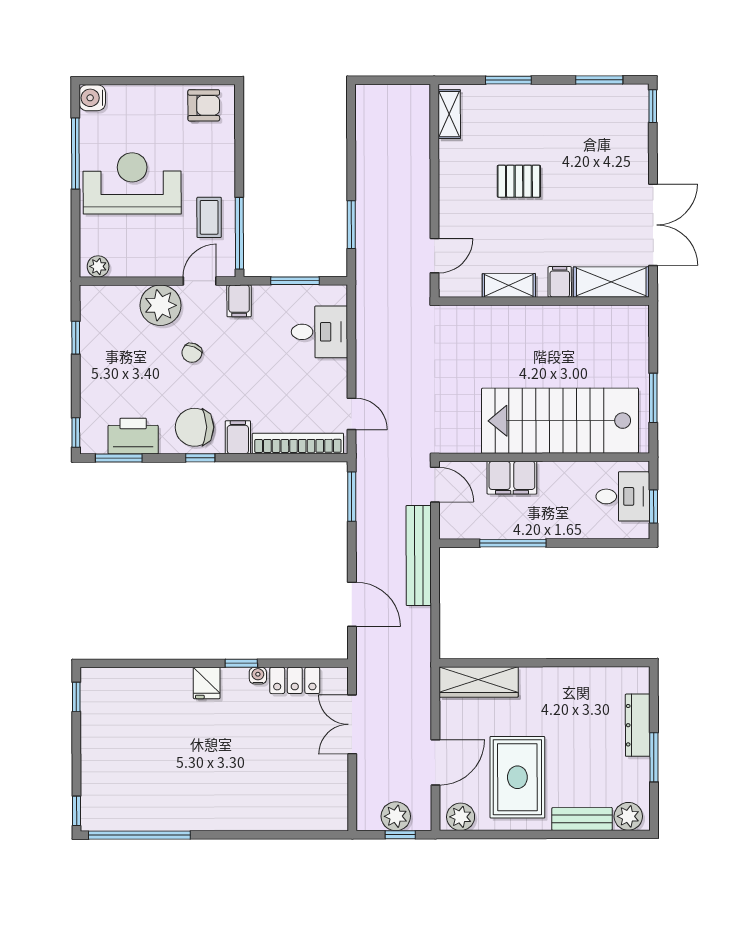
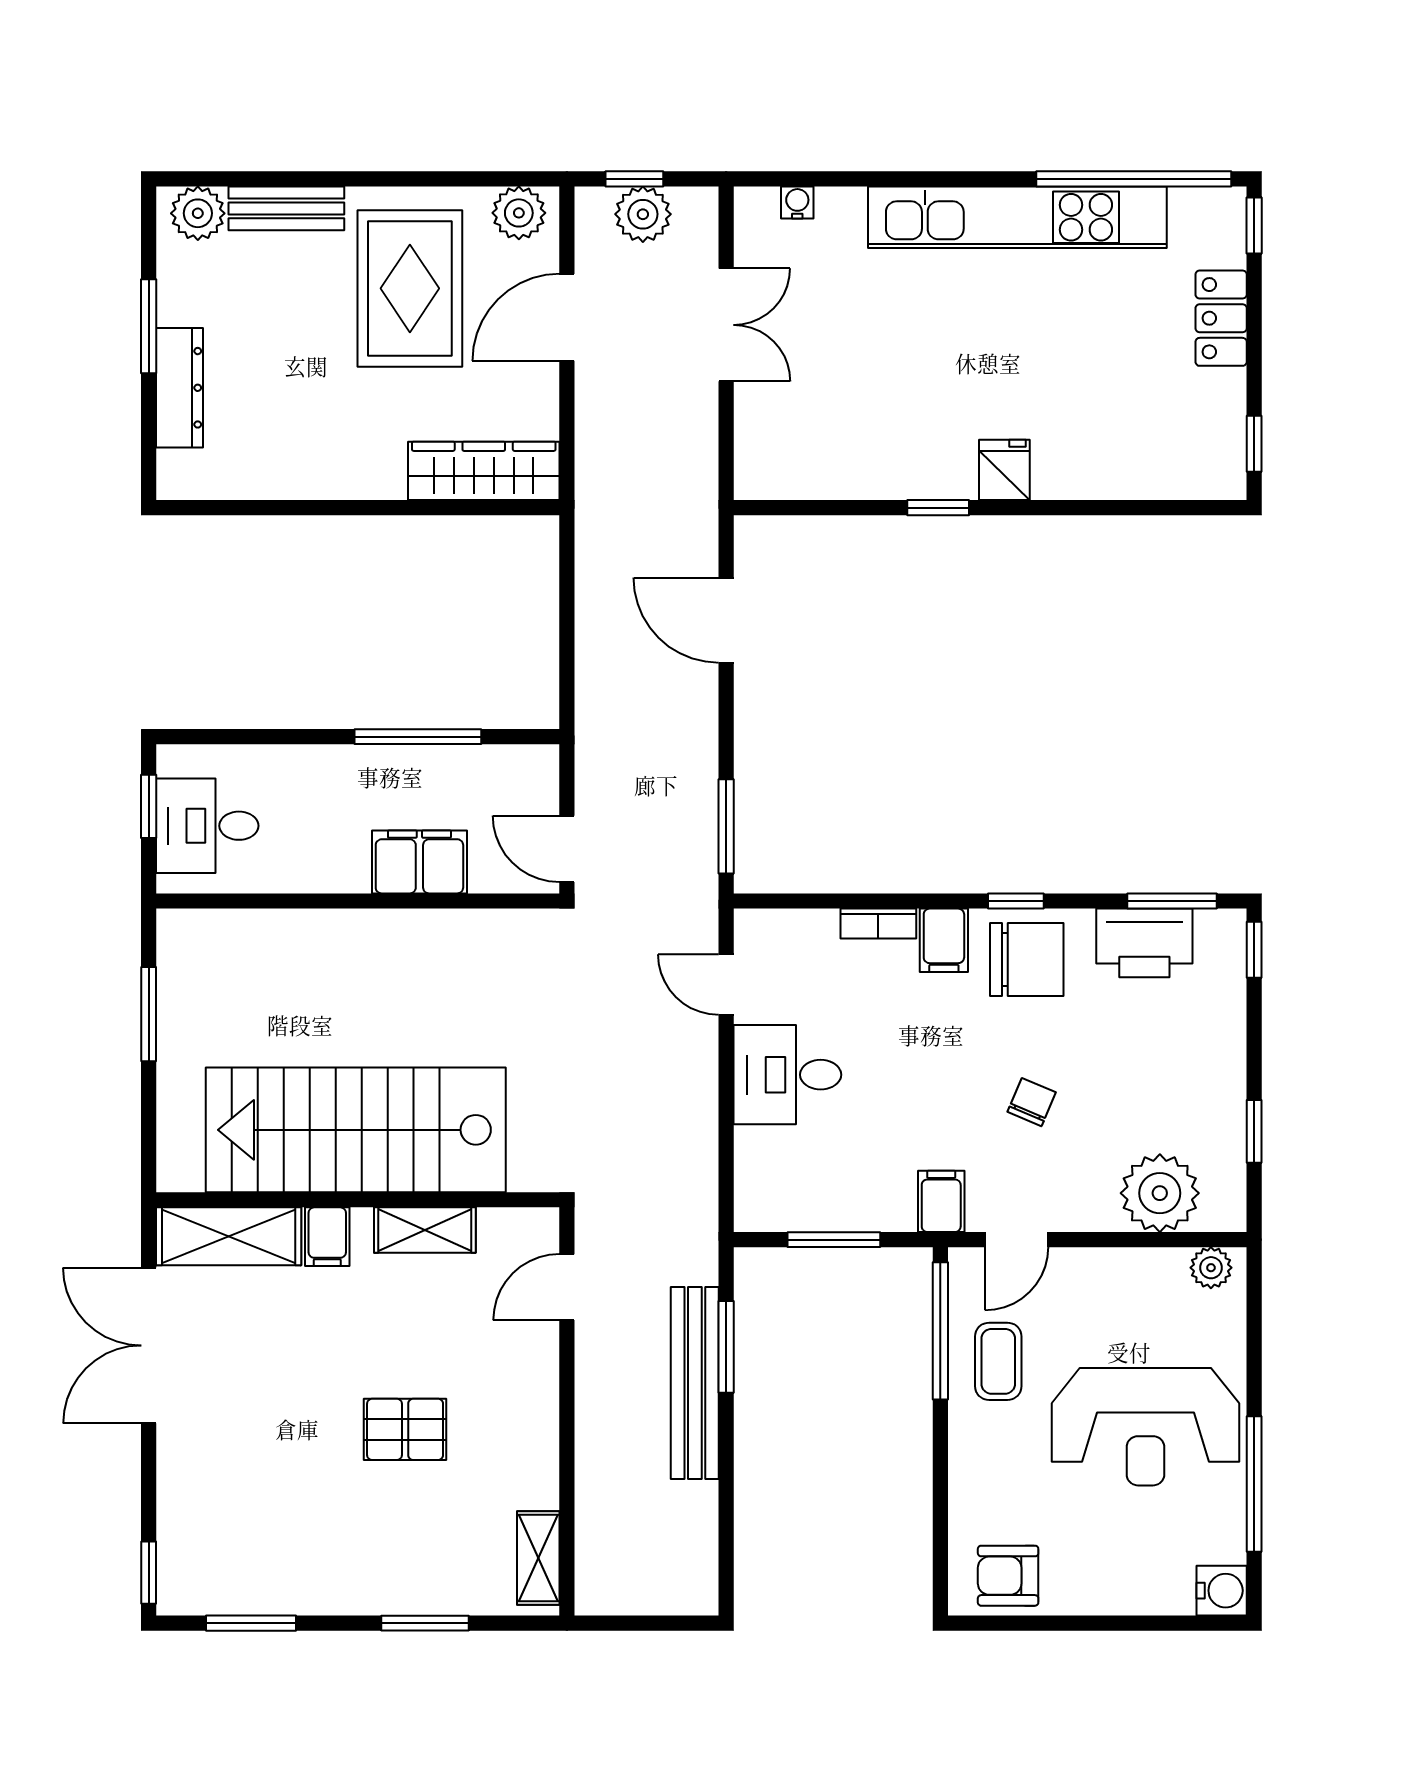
plant: (160, 305) -> (1160, 1193), moved
desk: (319, 332) -> (787, 1075), moved
stairs: (560, 421) -> (356, 1130), moved, turned 180
bookcase: (298, 443) -> (878, 924), width x0.43, depth x0.76
bench: (419, 555) -> (695, 1383), moved
water cooler: (258, 676) -> (797, 203), moved, turned 180
locker: (295, 680) -> (1221, 318), moved, turned -90
double door: (352, 724) -> (726, 325), moved
kitchen unit: (200, 815) -> (1017, 217), added

